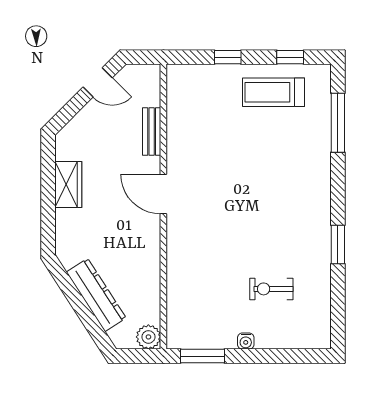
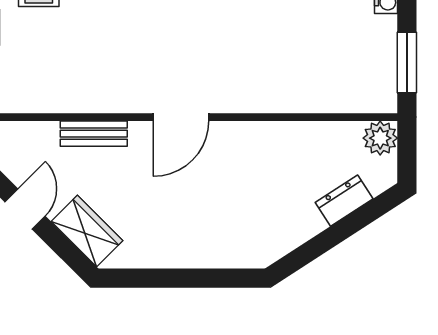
wardrobe: (68, 184) -> (87, 231), moved, turned 45
dresser: (96, 295) -> (344, 201), width x0.51, depth x0.80

